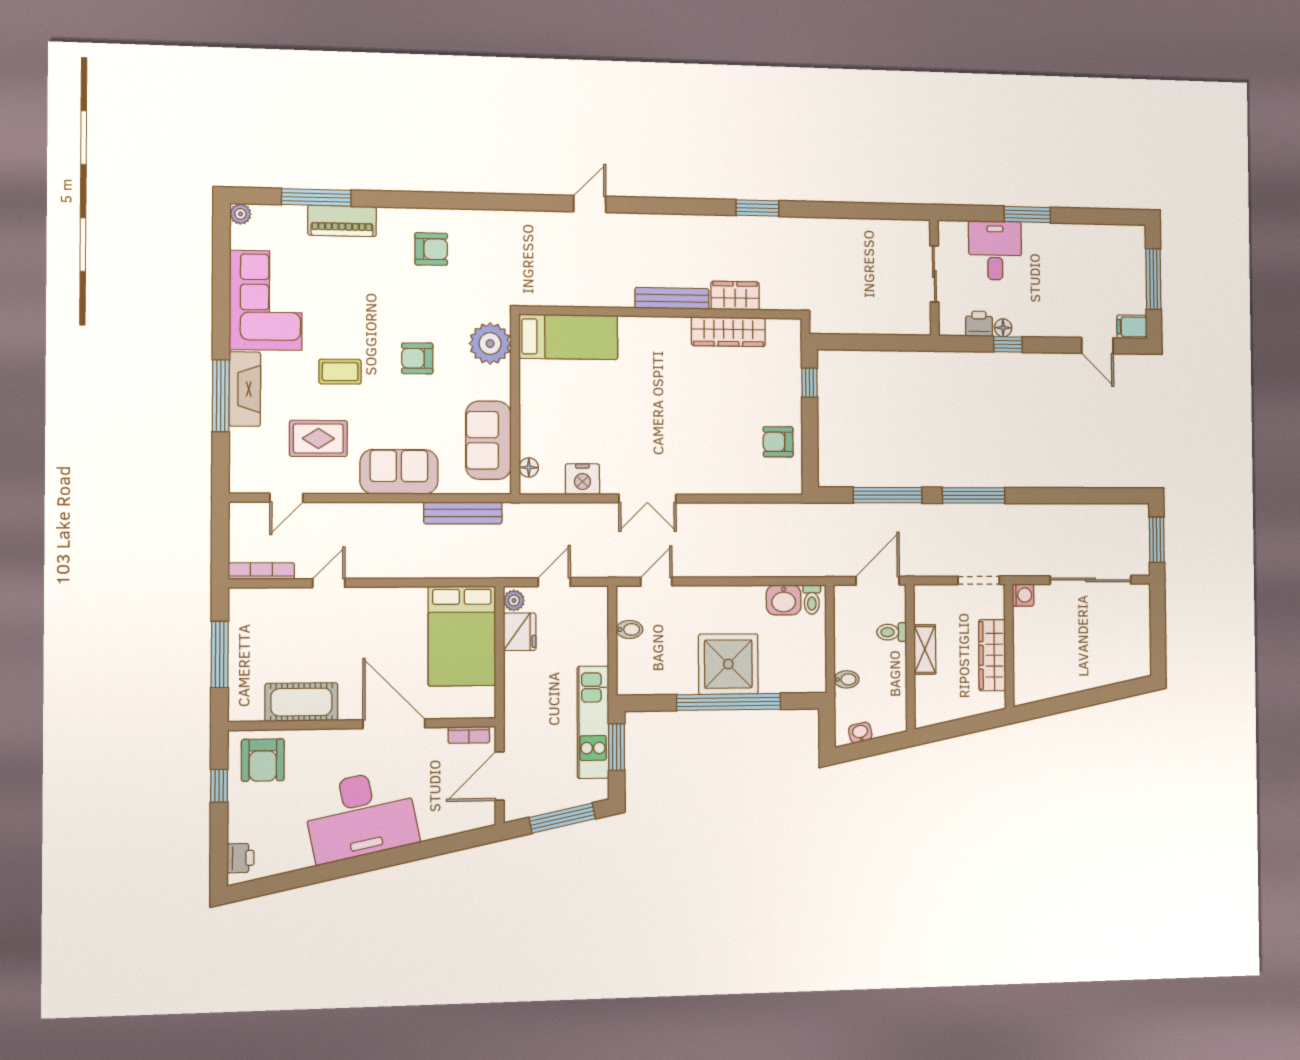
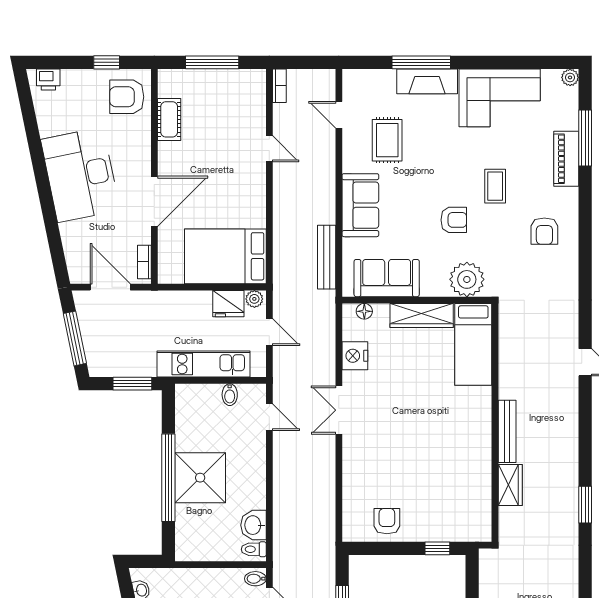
wardrobe: (728, 332) -> (422, 315), moved, turned -90
armchair: (417, 358) -> (454, 220), turned 90
coffee table: (340, 372) -> (495, 186), moved
bookcase: (261, 571) -> (279, 86), width x0.64
bidet: (847, 679) -> (255, 579), moved, turned 90
cot: (301, 702) -> (169, 119), width x0.73, depth x0.75
kitchen unit: (593, 722) -> (204, 364), moved

